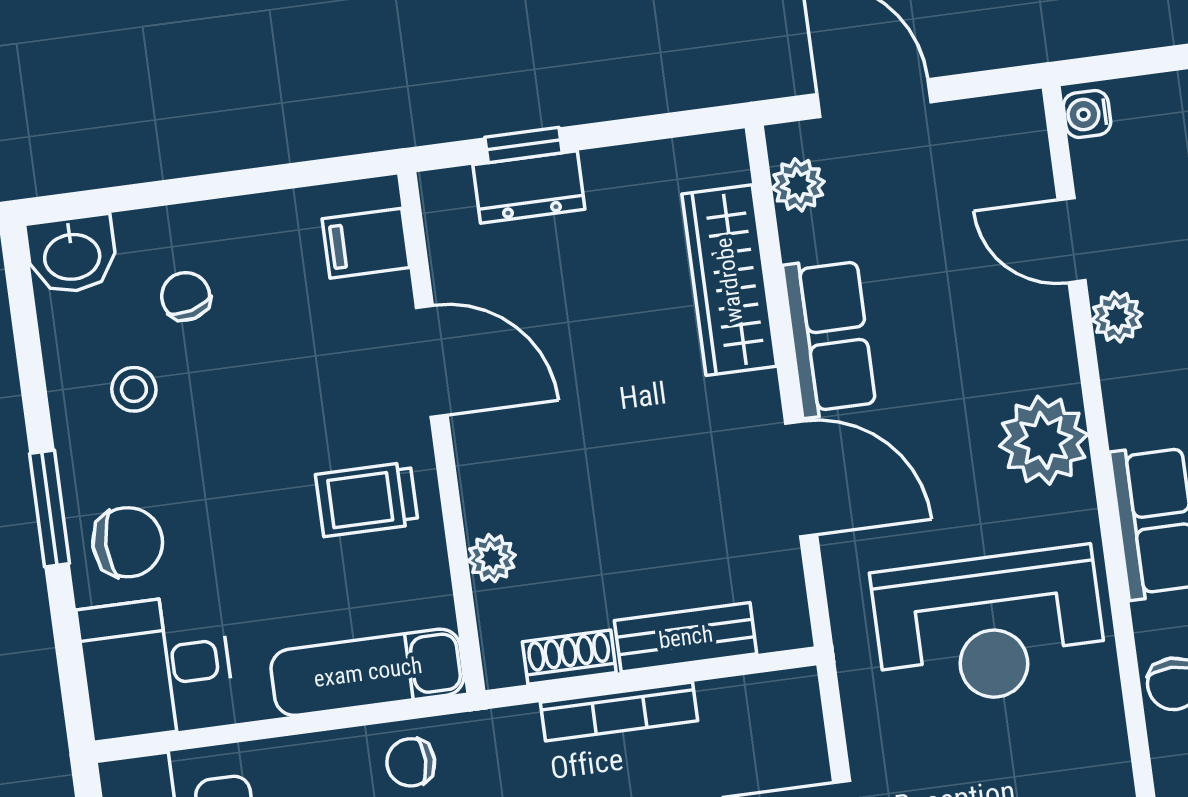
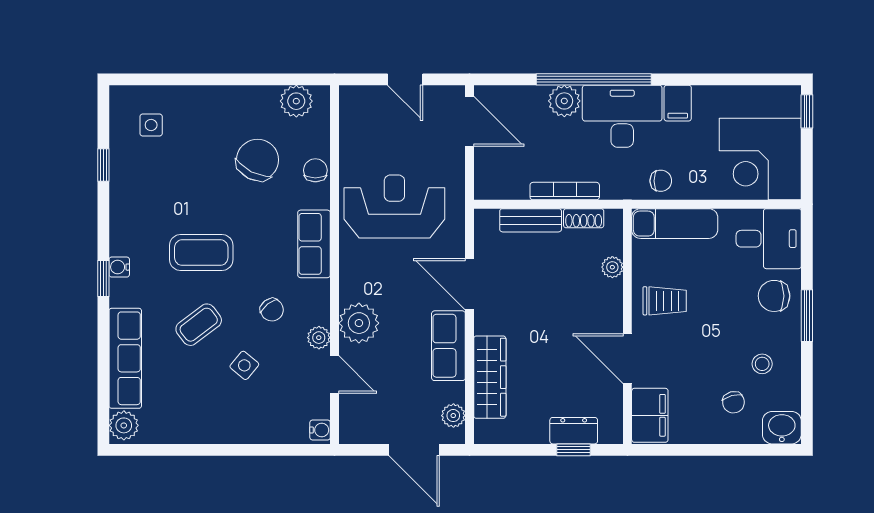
filing cabinet: (366, 243) -> (650, 415), width x2.00
plant: (1044, 440) -> (359, 323), moved

